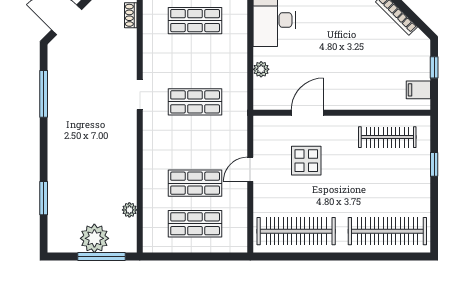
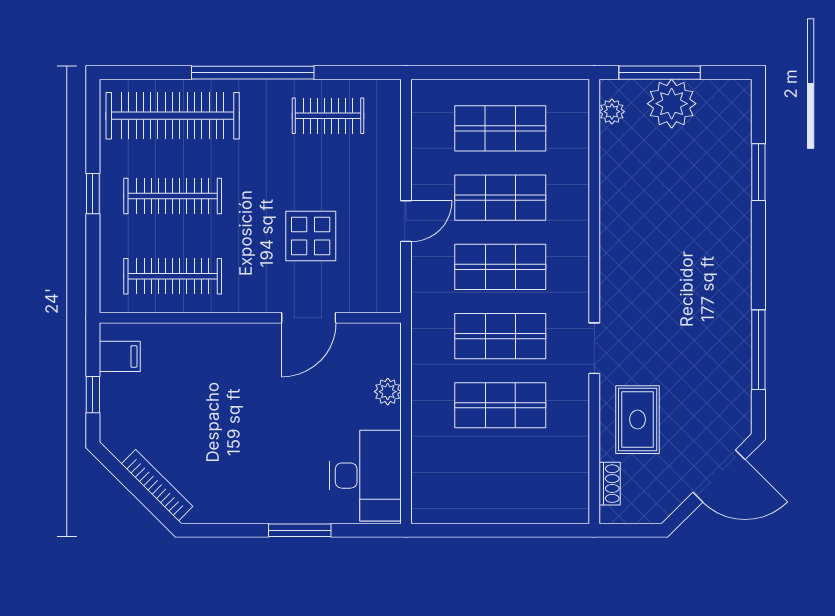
shop shelf: (195, 21) -> (500, 405), moved
rug: (114, 53) -> (638, 420), added
shop shelf: (195, 143) -> (500, 267), added
window: (434, 164) -> (93, 194), moved
clothes rail: (387, 184) -> (173, 196), added
plant: (129, 210) -> (612, 112), moved
clothes rail: (296, 231) -> (328, 116), width x0.54, depth x0.76
window: (340, 257) -> (253, 73), added

